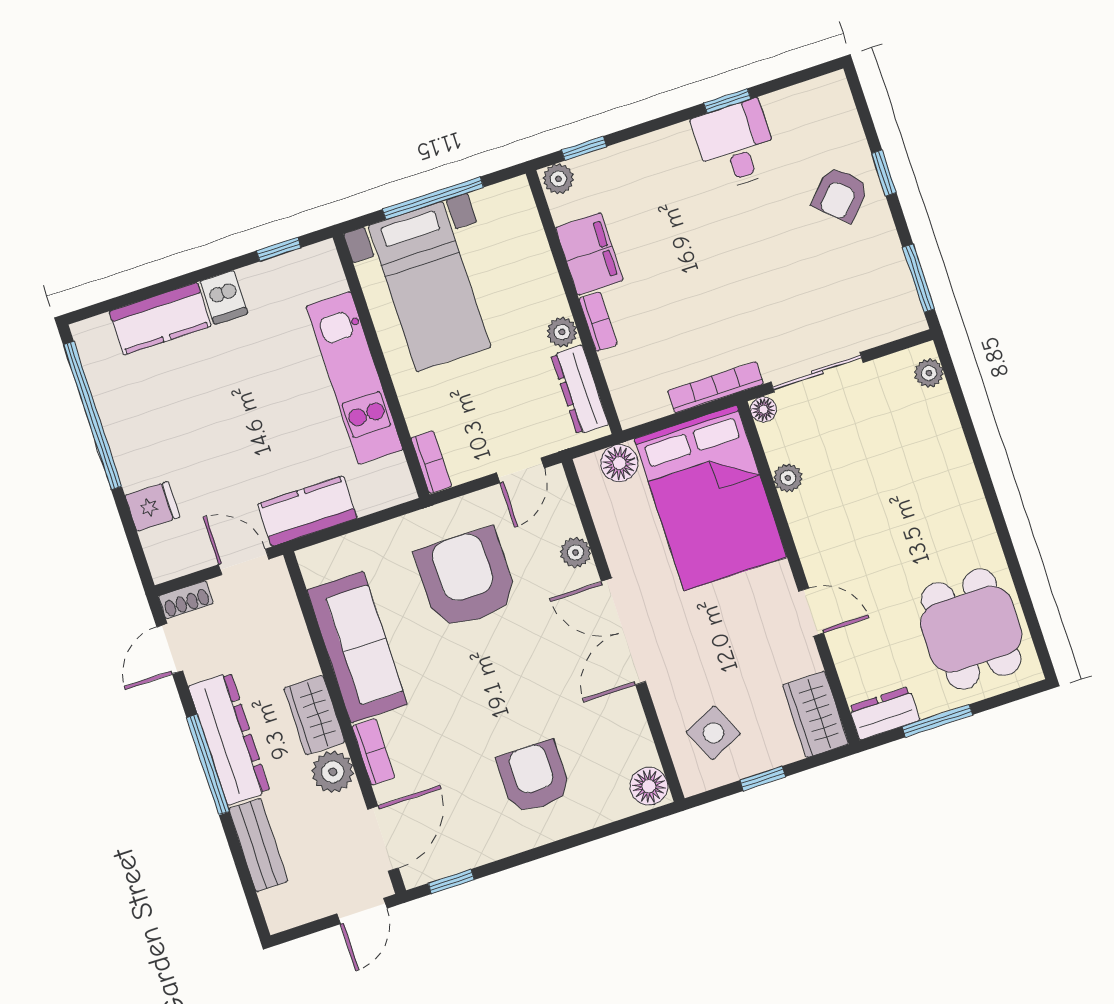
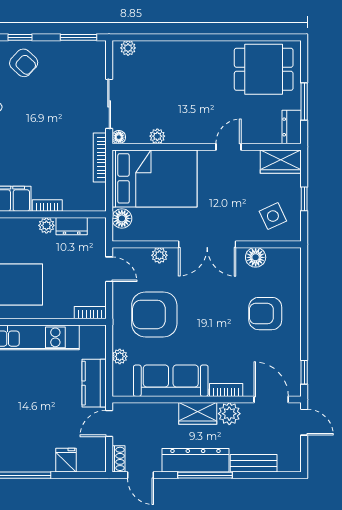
dresser: (580, 390) -> (72, 226), width x0.70
plant: (370, 541) -> (120, 356), added
floor lamp: (649, 786) -> (256, 257), moved

